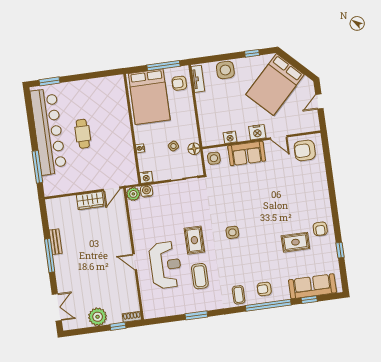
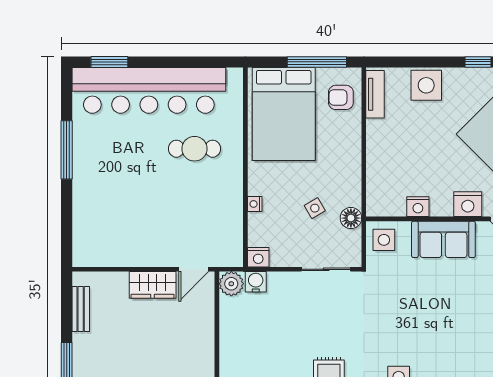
bar counter: (48, 132) -> (149, 90), moved, turned 90
cafe table: (83, 134) -> (194, 149), moved, turned 90
window: (37, 167) -> (67, 150), moved
bench: (56, 242) -> (81, 309), moved

